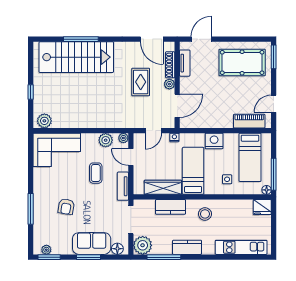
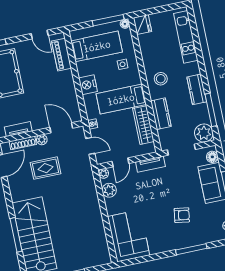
plant: (44, 121) -> (103, 254), removed
coffee table: (96, 173) -> (143, 193), removed

